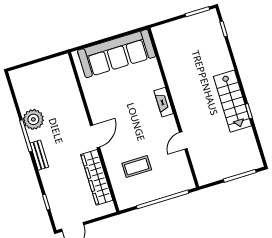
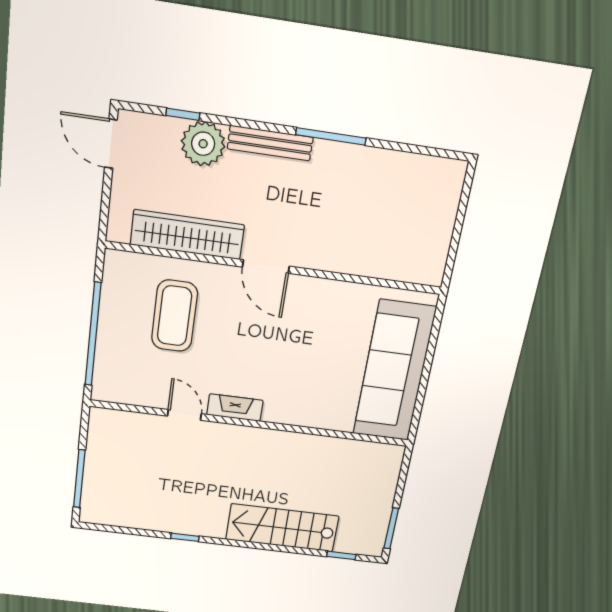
stairs: (232, 101) -> (282, 528), moved
fireplace: (164, 102) -> (235, 408), moved
plant: (33, 119) -> (203, 144), moved
bench: (39, 155) -> (270, 143), width x1.36
coffee table: (137, 167) -> (174, 316), width x1.36, depth x1.32

